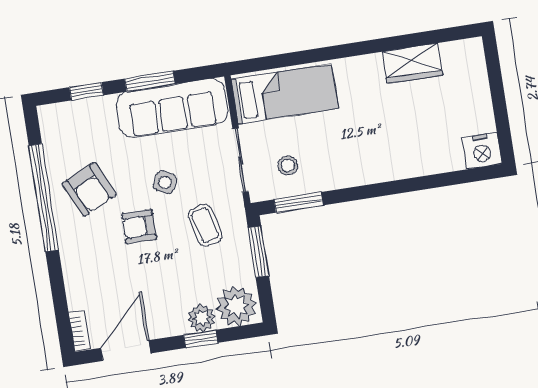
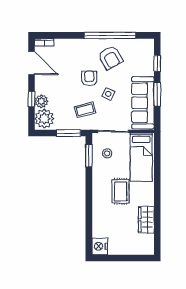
rug: (362, 126) -> (121, 191), added
armchair: (89, 189) -> (111, 58), turned -94

